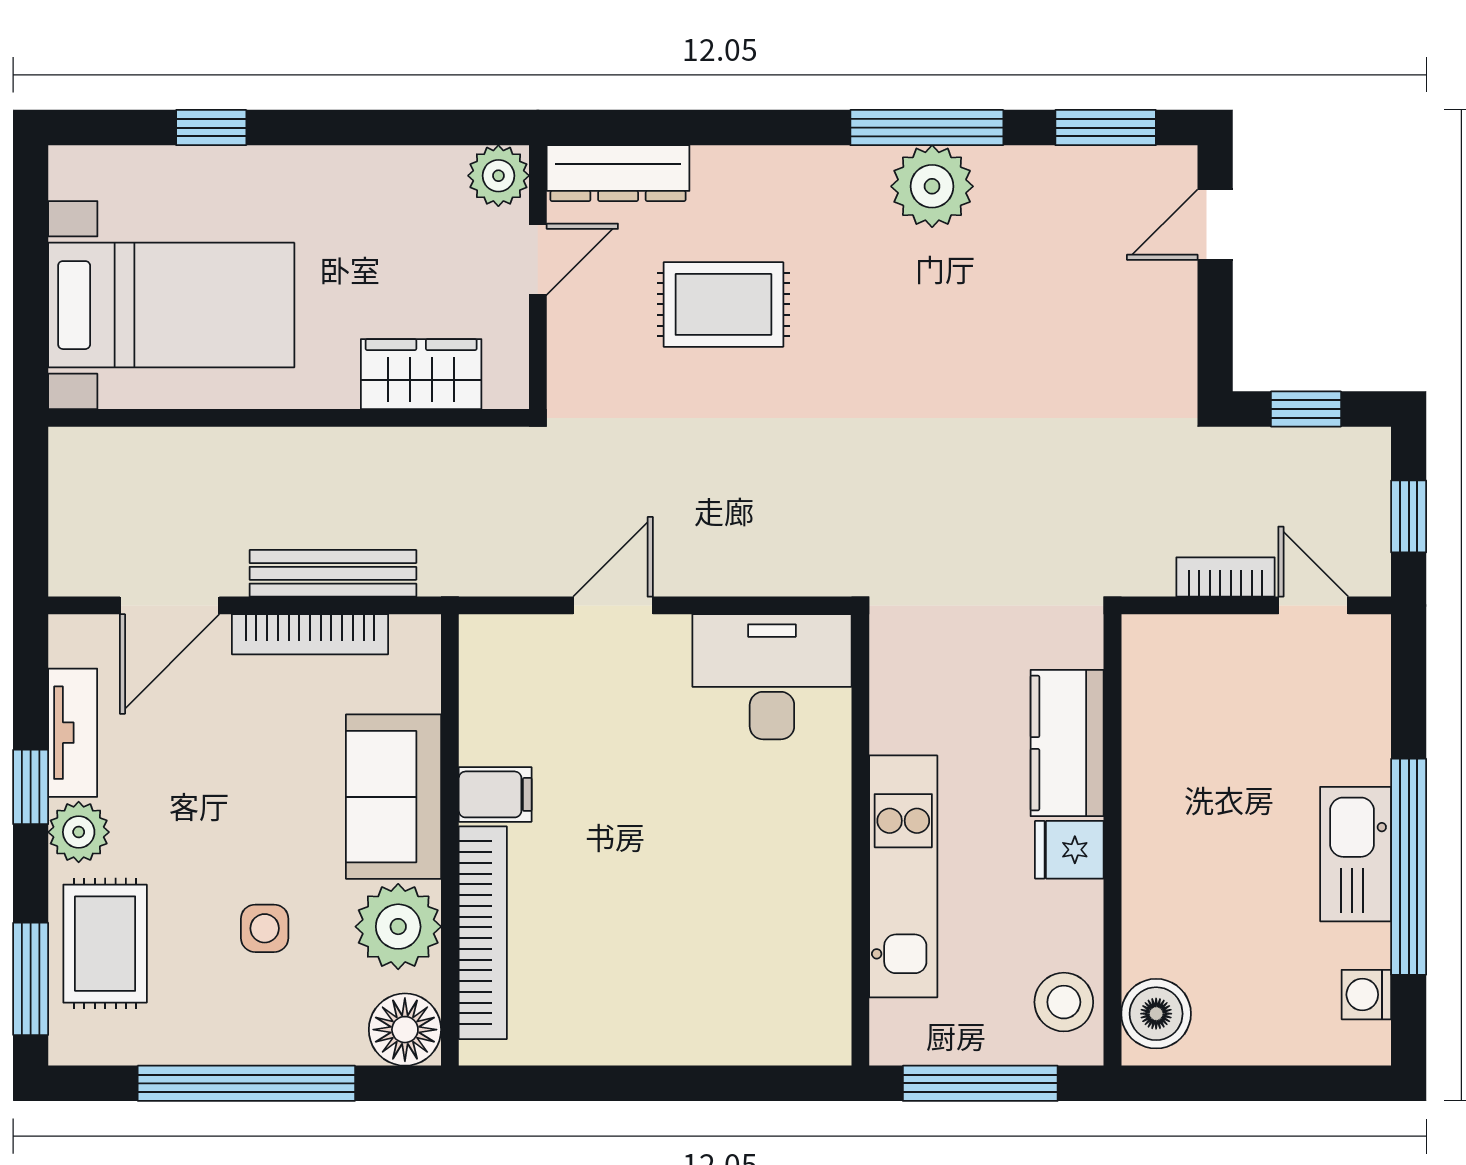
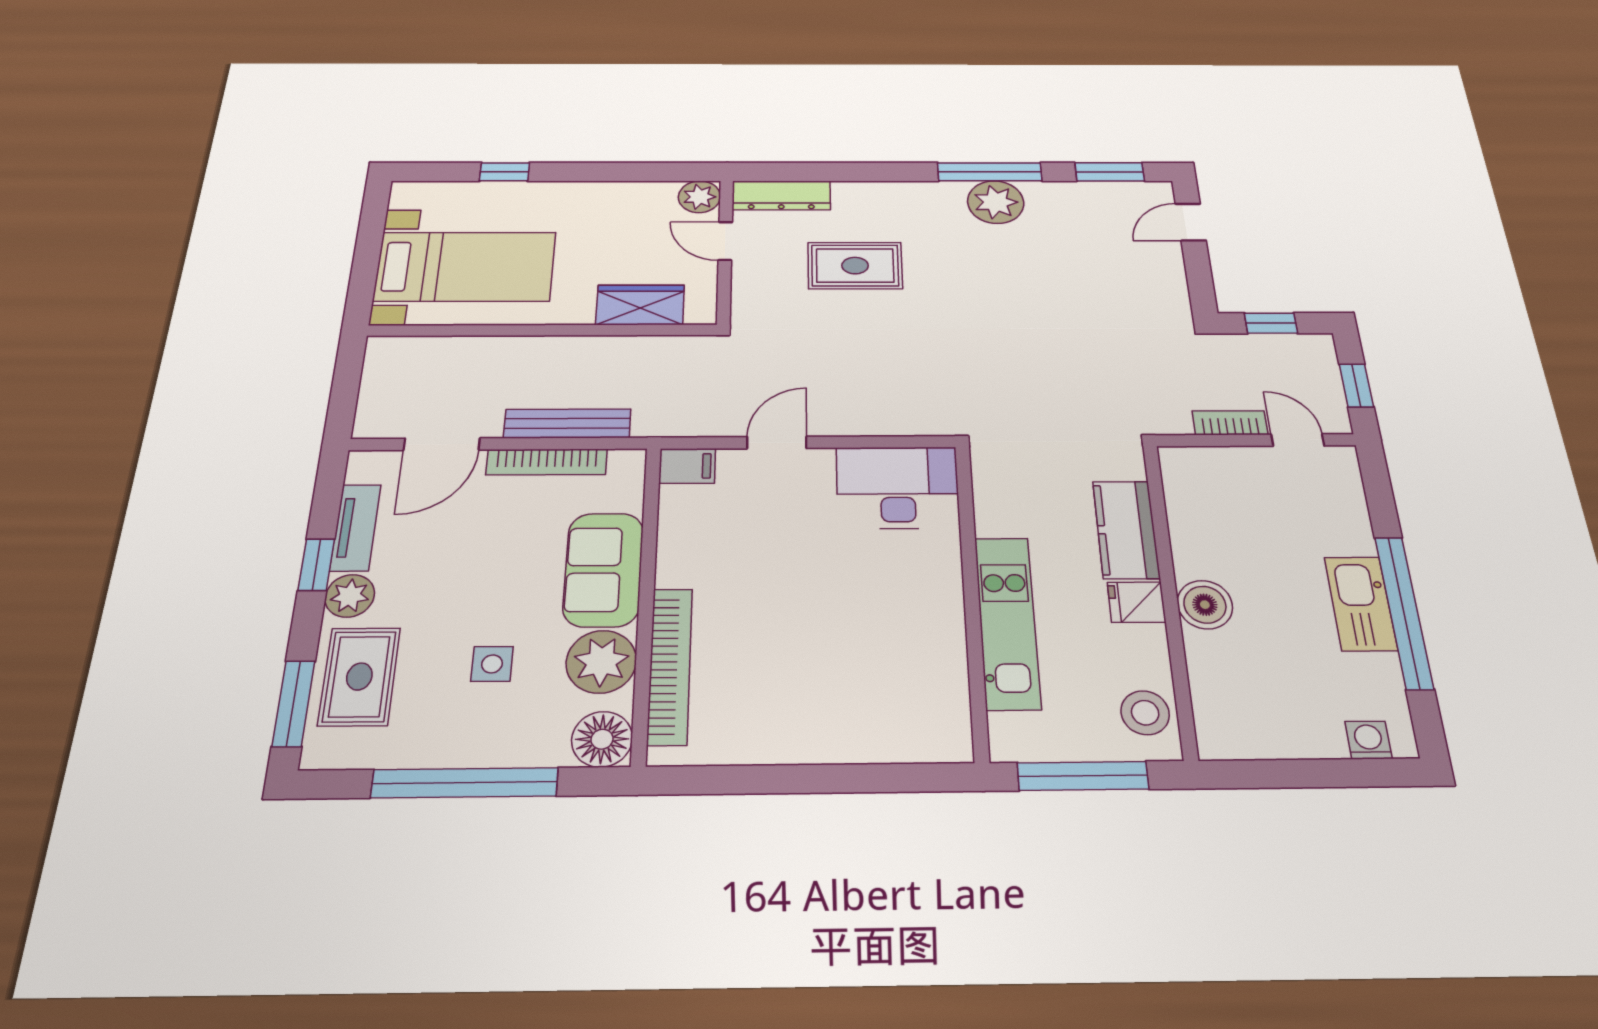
door: (538, 259) -> (725, 241), swing flipped
filing cabinet: (495, 794) -> (687, 466), moved
washing machine: (1366, 995) -> (1368, 740), moved, turned 90
boiler: (1156, 1014) -> (1205, 605), moved

